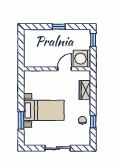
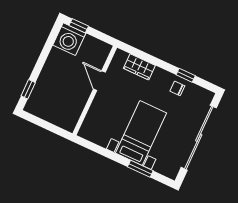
window: (59, 27) -> (28, 89), moved
washing machine: (82, 59) -> (69, 39), moved
sliding door: (58, 148) -> (199, 138), width x1.86

